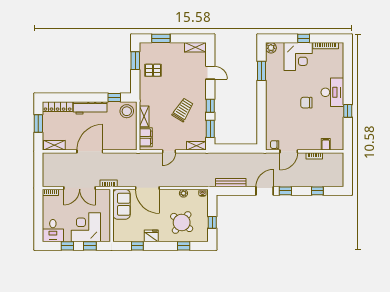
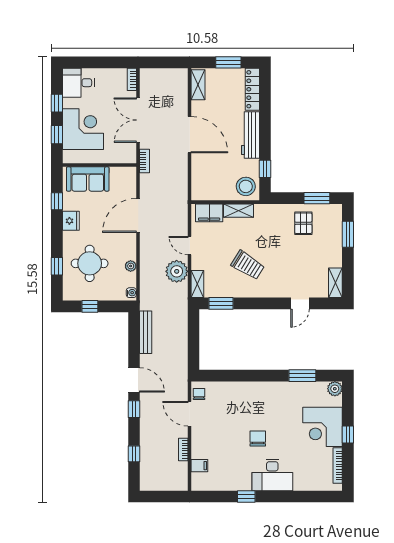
window: (210, 106) -> (253, 303), removed
plant: (187, 160) -> (177, 271), added
sofa: (121, 204) -> (88, 179), moved
round table: (182, 222) -> (90, 263), turned -38

